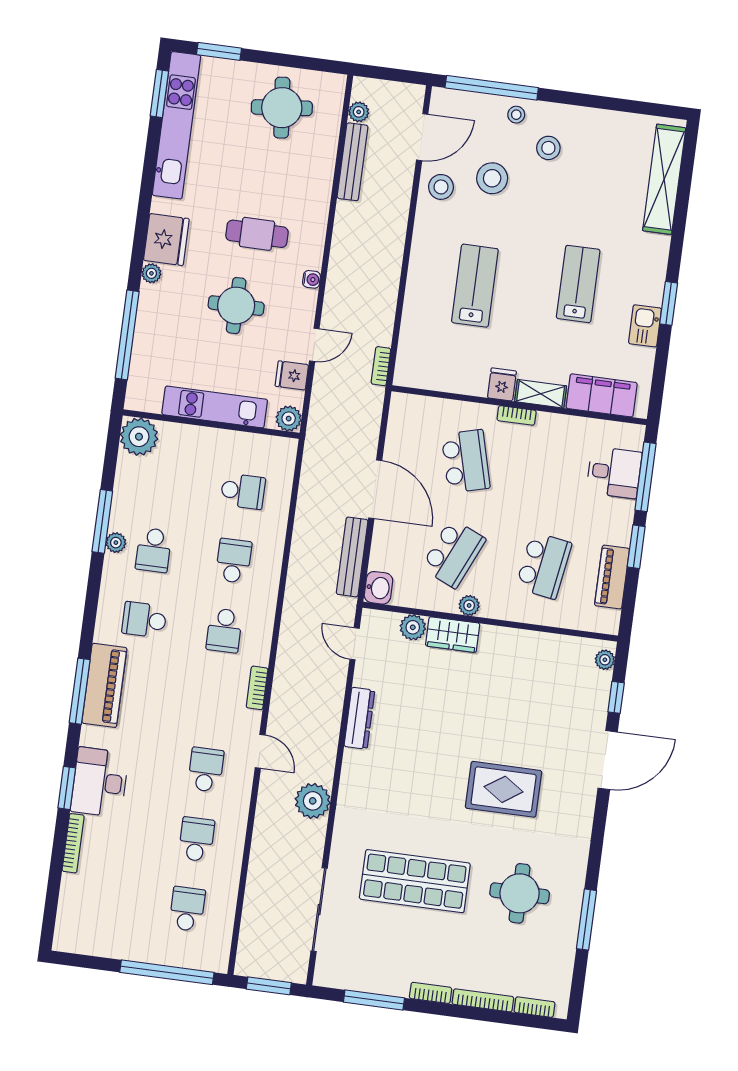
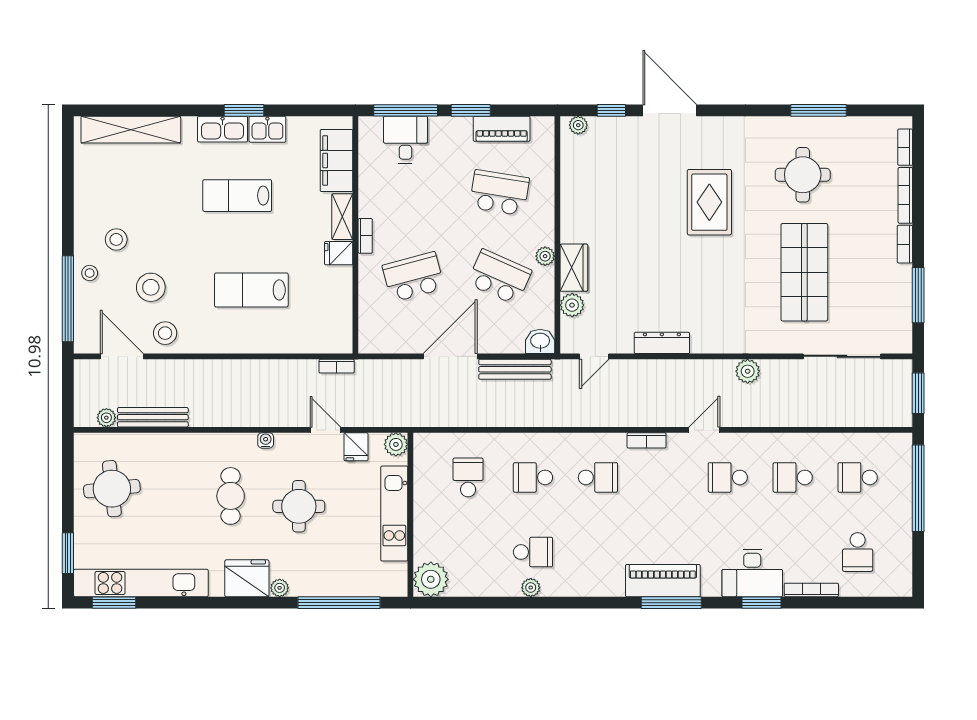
kitchen sink: (652, 278) -> (223, 129), added
window: (102, 521) -> (513, 603), removed
school desk: (144, 620) -> (858, 552), moved
plant: (313, 801) -> (748, 371), width x0.73, depth x0.73

